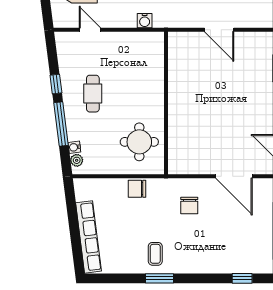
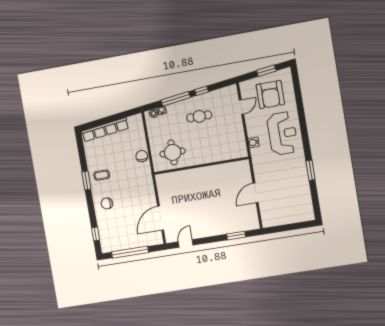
chair: (189, 205) -> (107, 203), moved

